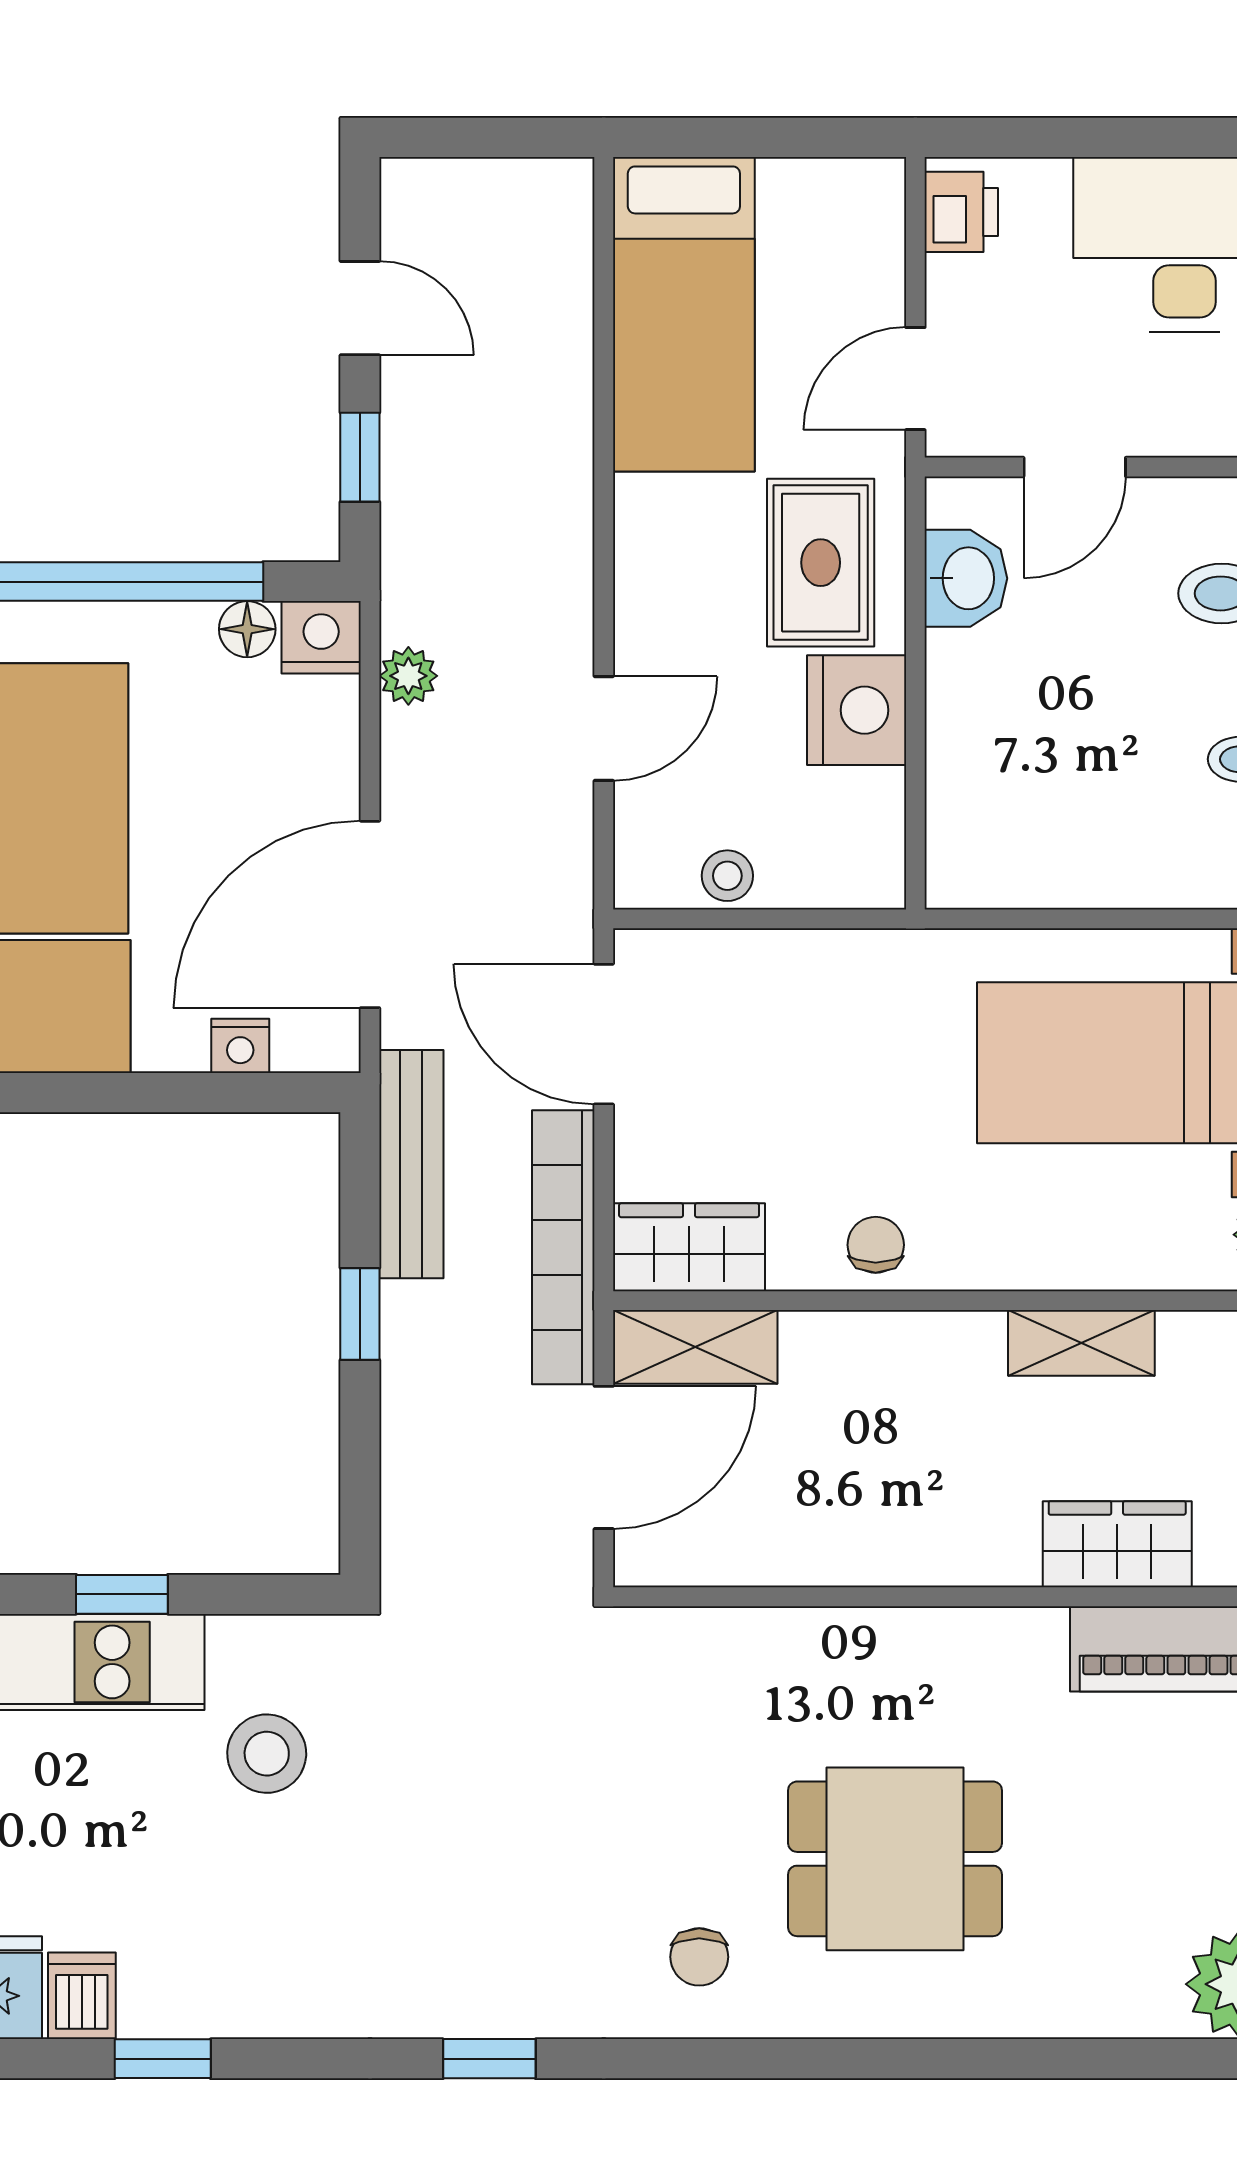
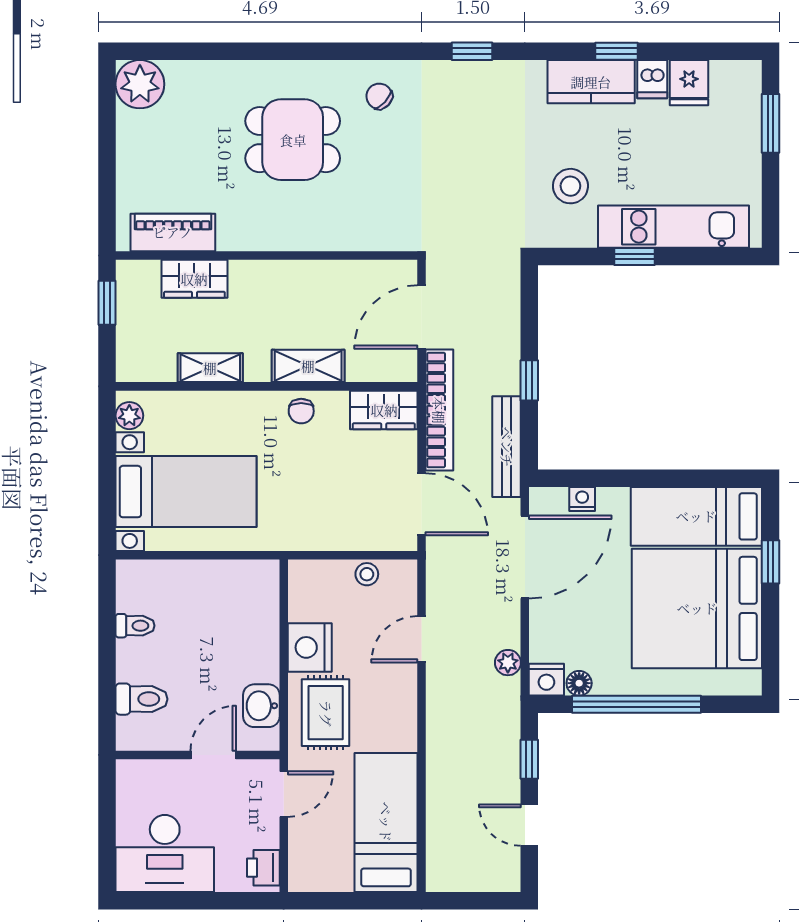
shelving: (695, 1347) -> (308, 366), moved
chair: (699, 1957) -> (379, 96), turned -47
kitchen counter: (220, 1990) -> (591, 82), added

